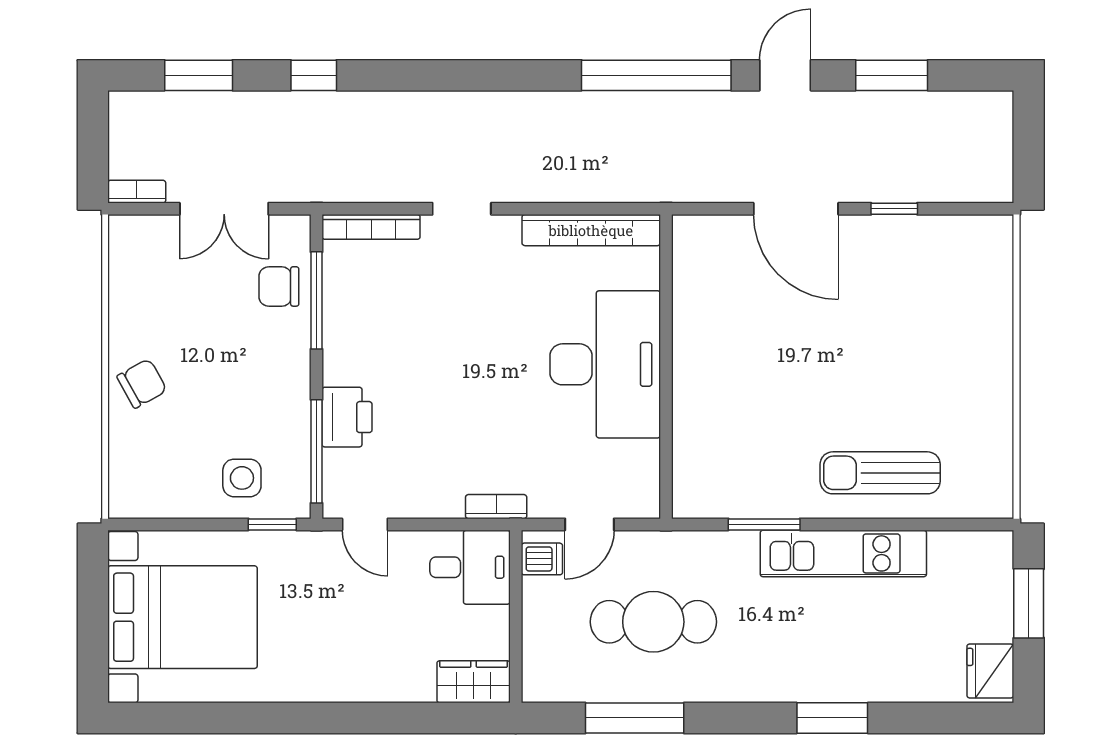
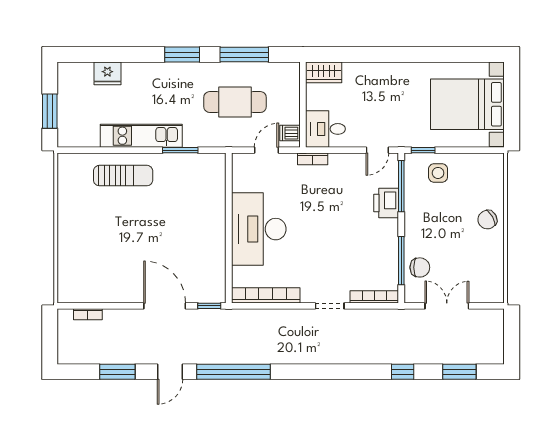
bookcase: (137, 192) -> (88, 314), moved
window: (894, 209) -> (209, 306), moved
door: (365, 524) -> (377, 150), swing flipped
fridge: (990, 671) -> (107, 73), moved, turned 90
window: (832, 718) -> (182, 55), moved

